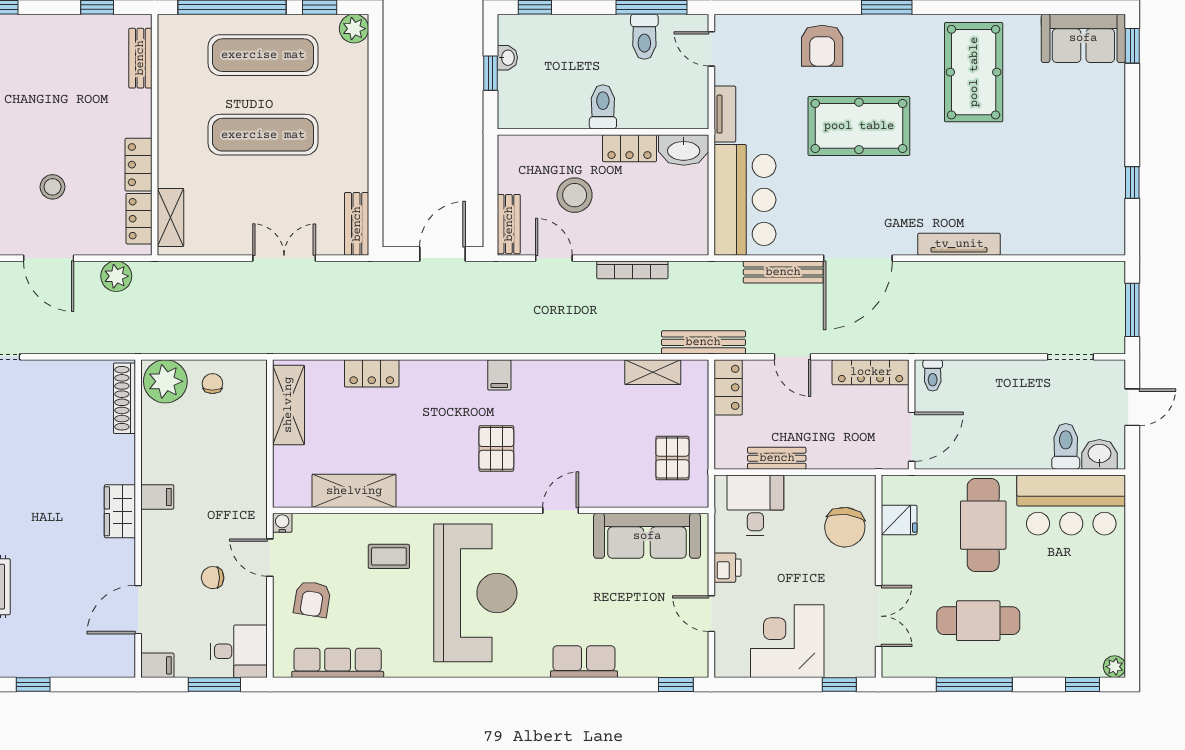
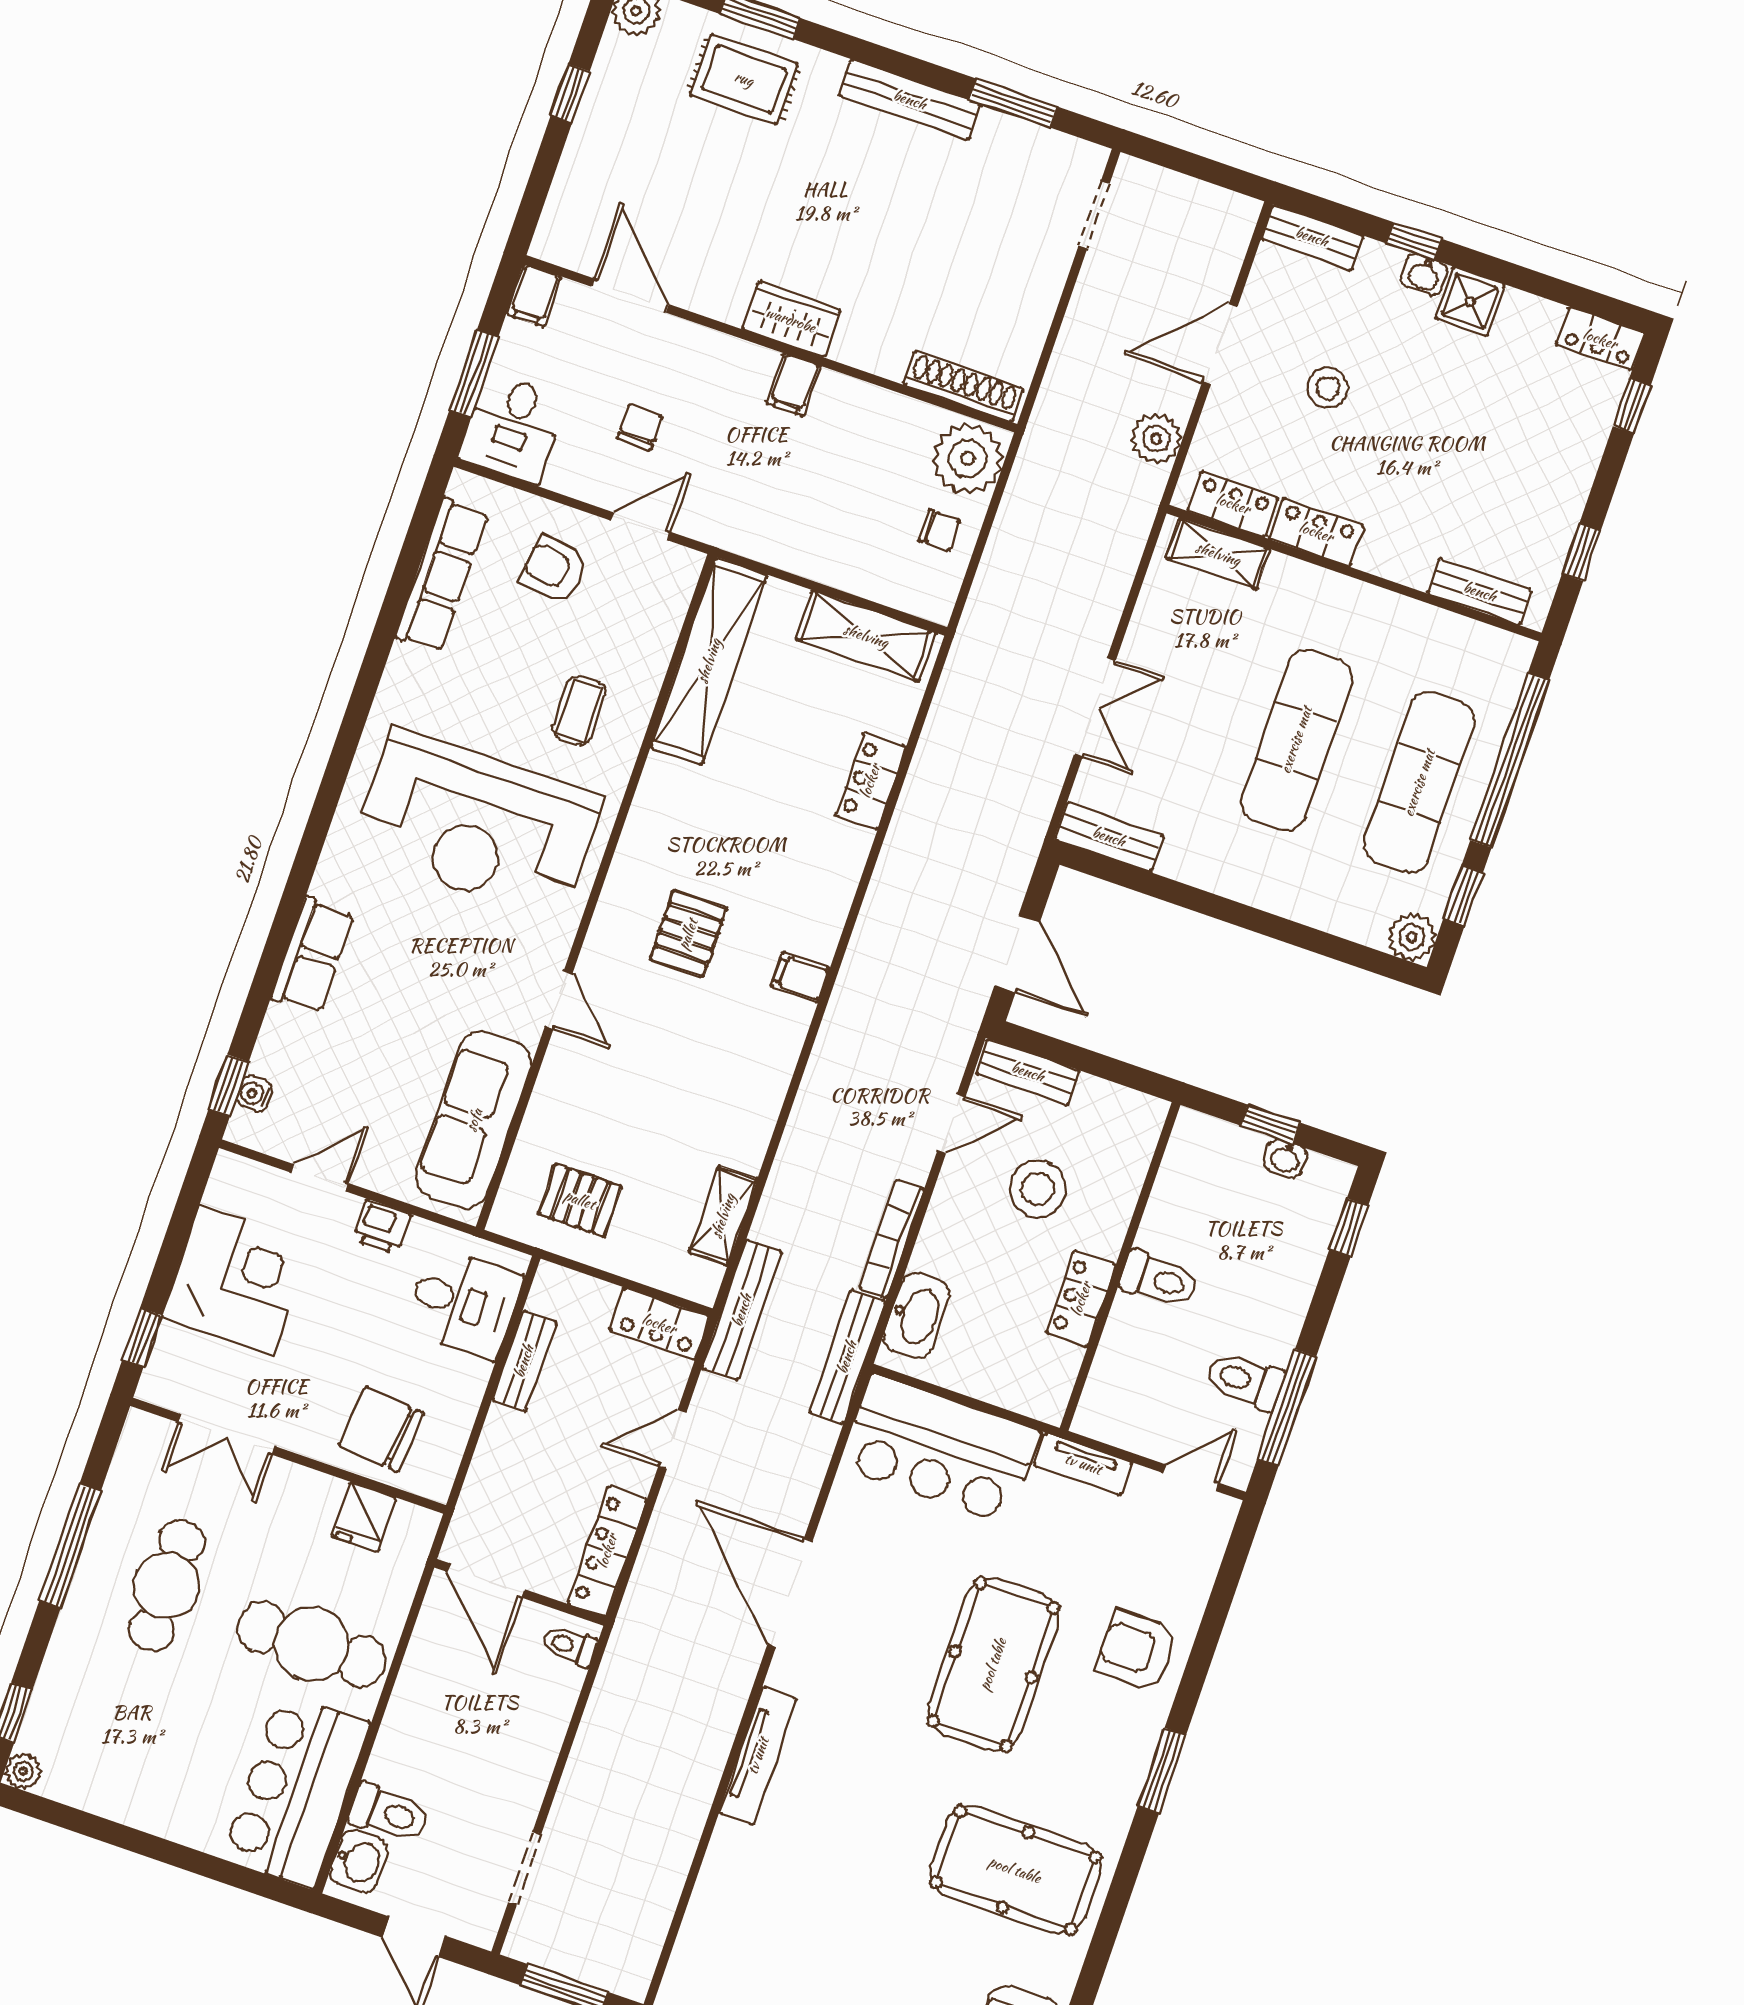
washbasin: (684, 150) -> (917, 1316), moved, turned 180
bench: (783, 272) -> (847, 1357), moved
pallet: (496, 448) -> (688, 934), turned 90
shelving: (354, 491) -> (709, 661), width x1.47
water cooler: (282, 523) -> (254, 1094), moved, turned 180

